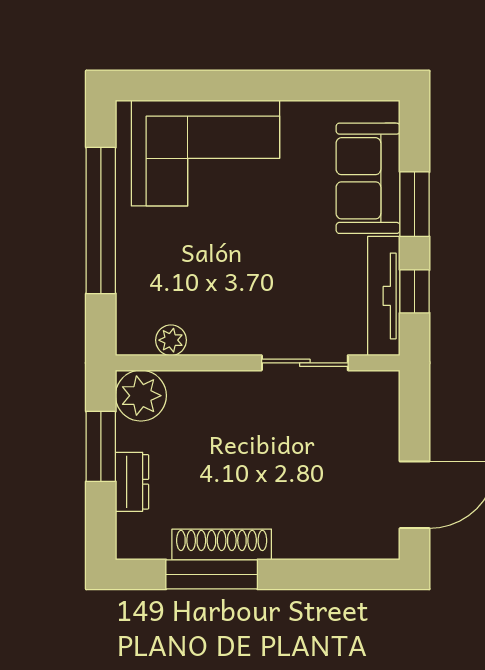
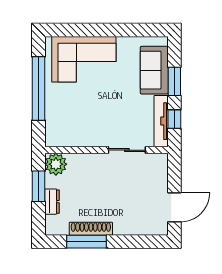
plant: (171, 340) -> (69, 140), removed

